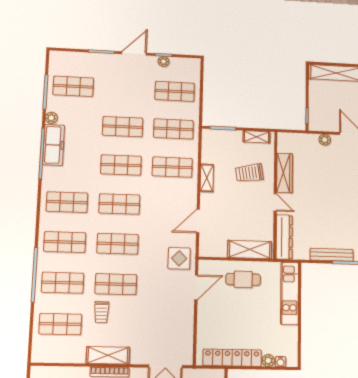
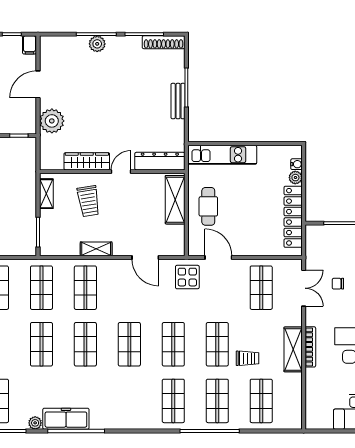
plant: (325, 140) -> (52, 121), width x1.87, depth x1.87
shop shelf: (67, 202) -> (261, 288), moved
bench: (332, 255) -> (178, 101), width x0.73

